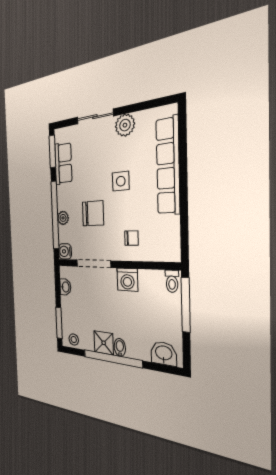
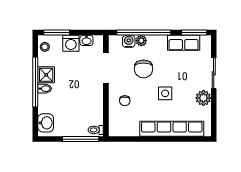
water cooler: (65, 251) -> (129, 41), moved
washing machine: (127, 280) -> (71, 43), moved, turned -90

